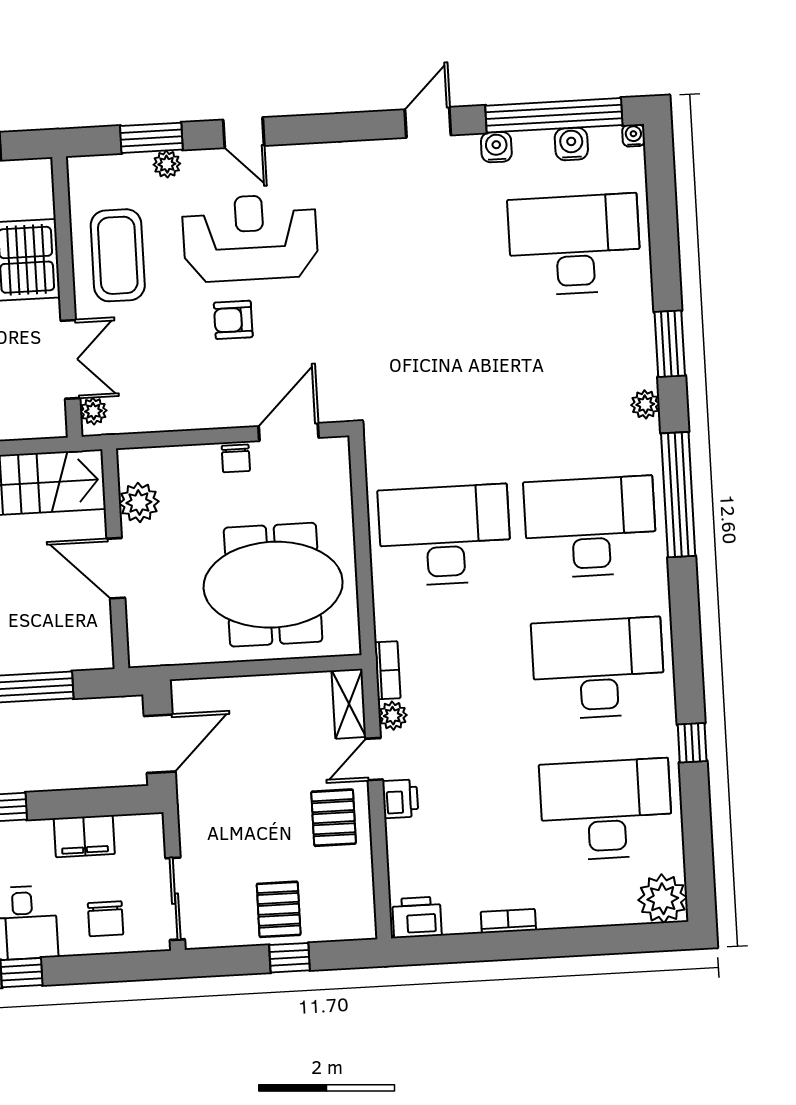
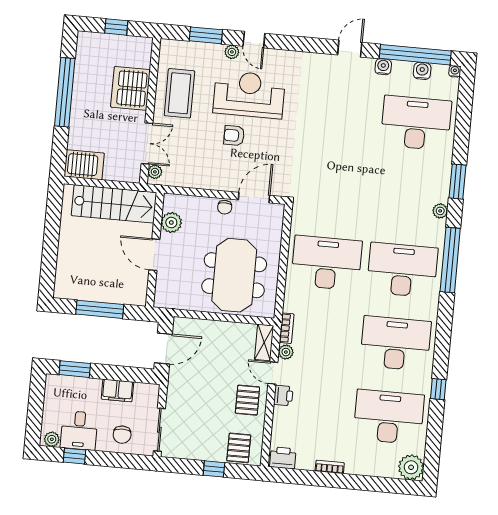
plant: (167, 164) -> (232, 52), moved
meeting table: (273, 585) -> (234, 275), turned 90
door: (374, 759) -> (273, 373), hinge flipped
pallet: (279, 909) -> (239, 448), moved

